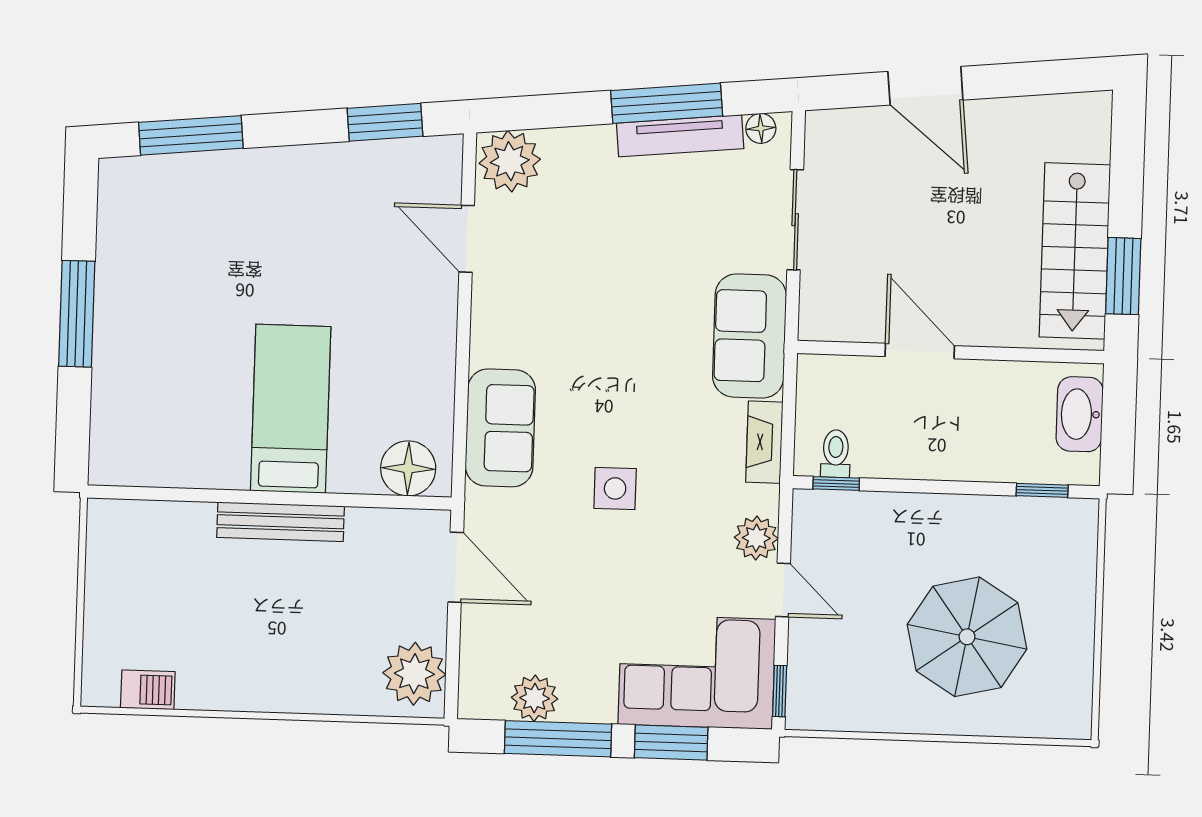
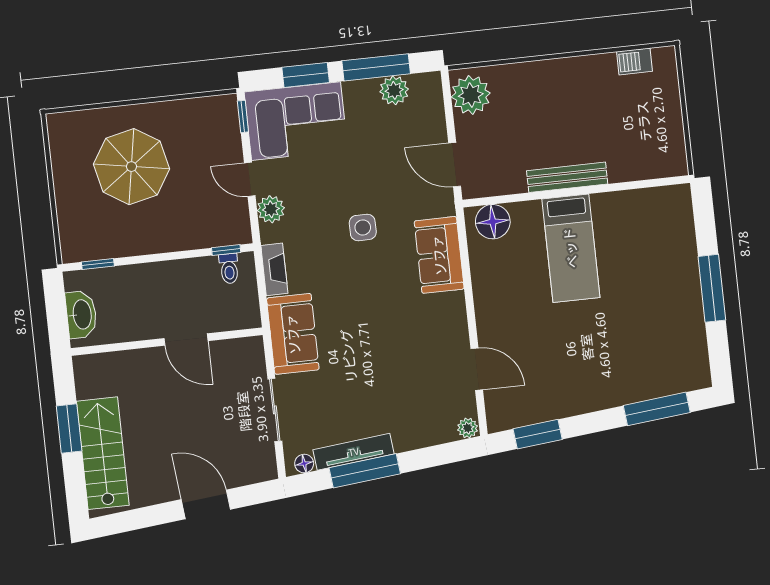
plant: (510, 161) -> (468, 428), width x0.53, depth x0.53
stairs: (1075, 251) -> (103, 453), moved
window: (1123, 276) -> (69, 428), moved

